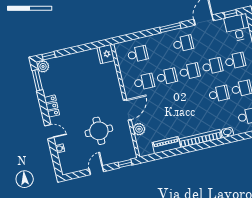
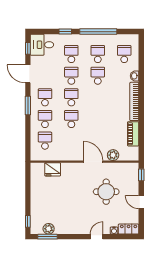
fridge: (106, 54) -> (53, 169), moved
plant: (43, 66) -> (49, 229), moved
school desk: (144, 82) -> (45, 119), moved
locker: (52, 106) -> (129, 229), moved

